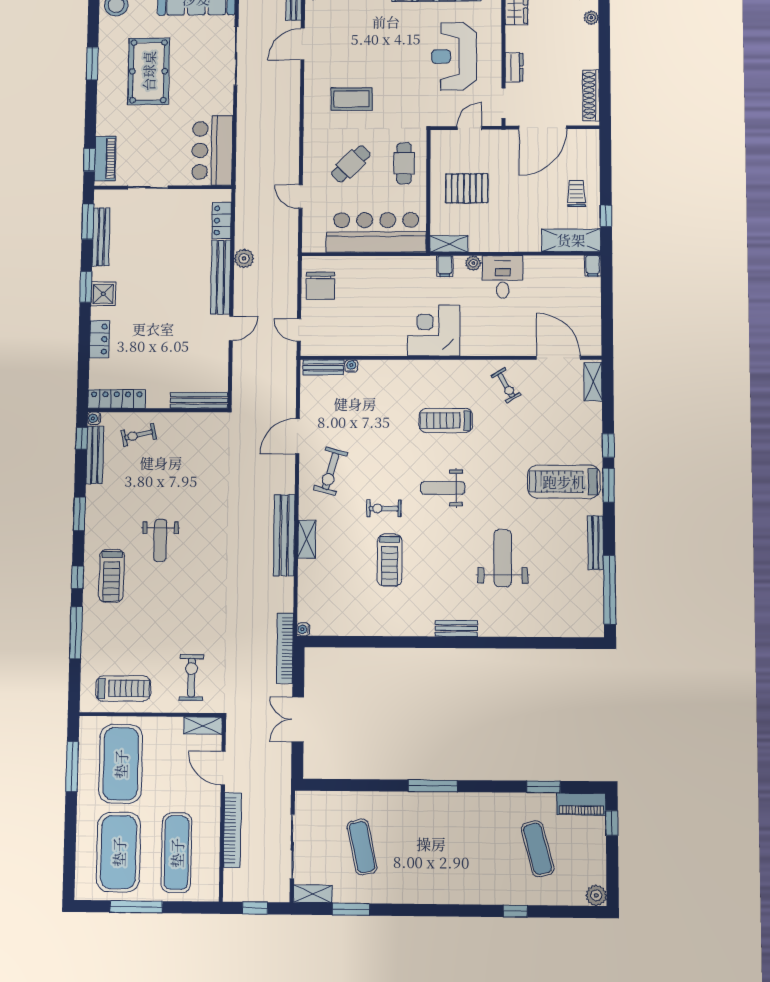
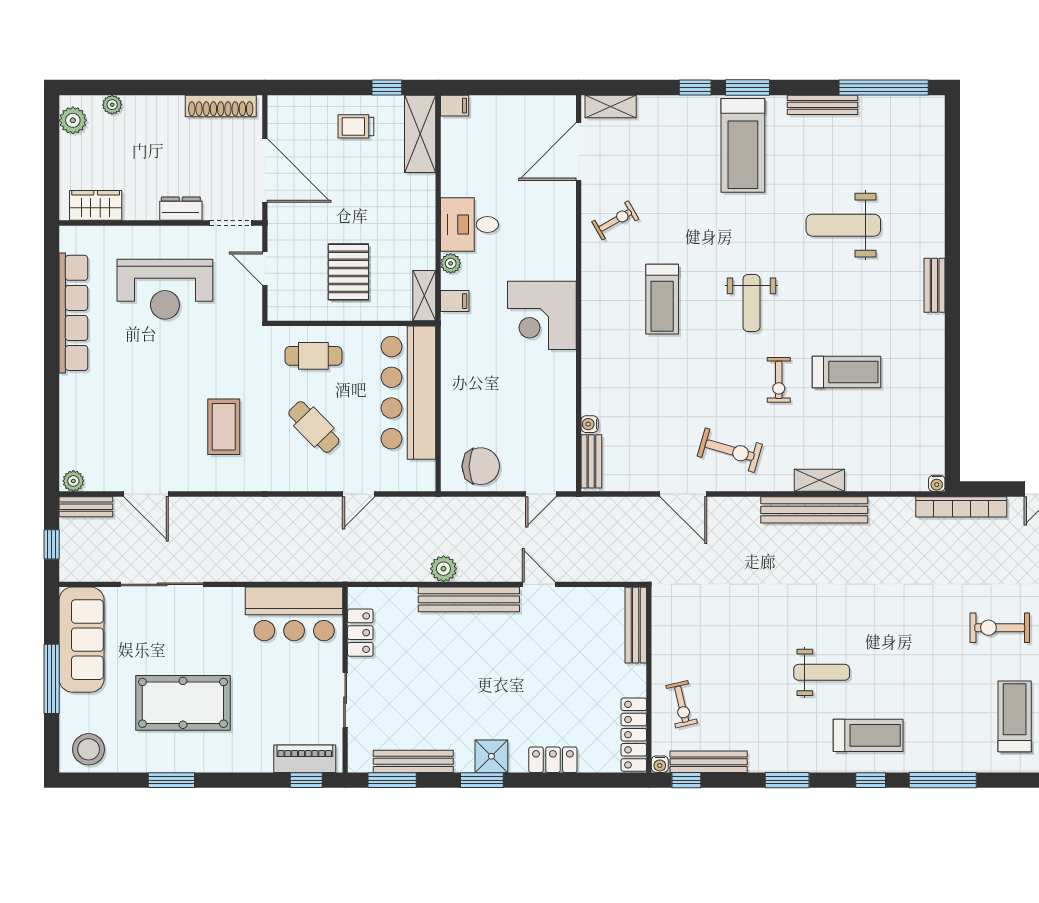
locker: (222, 220) -> (360, 633), moved, turned -90

